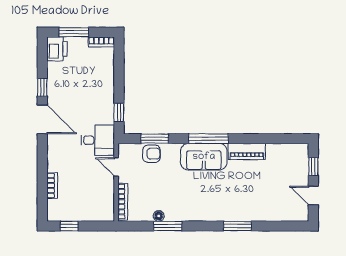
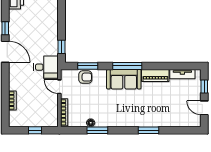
tv unit: (284, 150) -> (182, 74), added
window: (69, 226) -> (35, 130), moved

